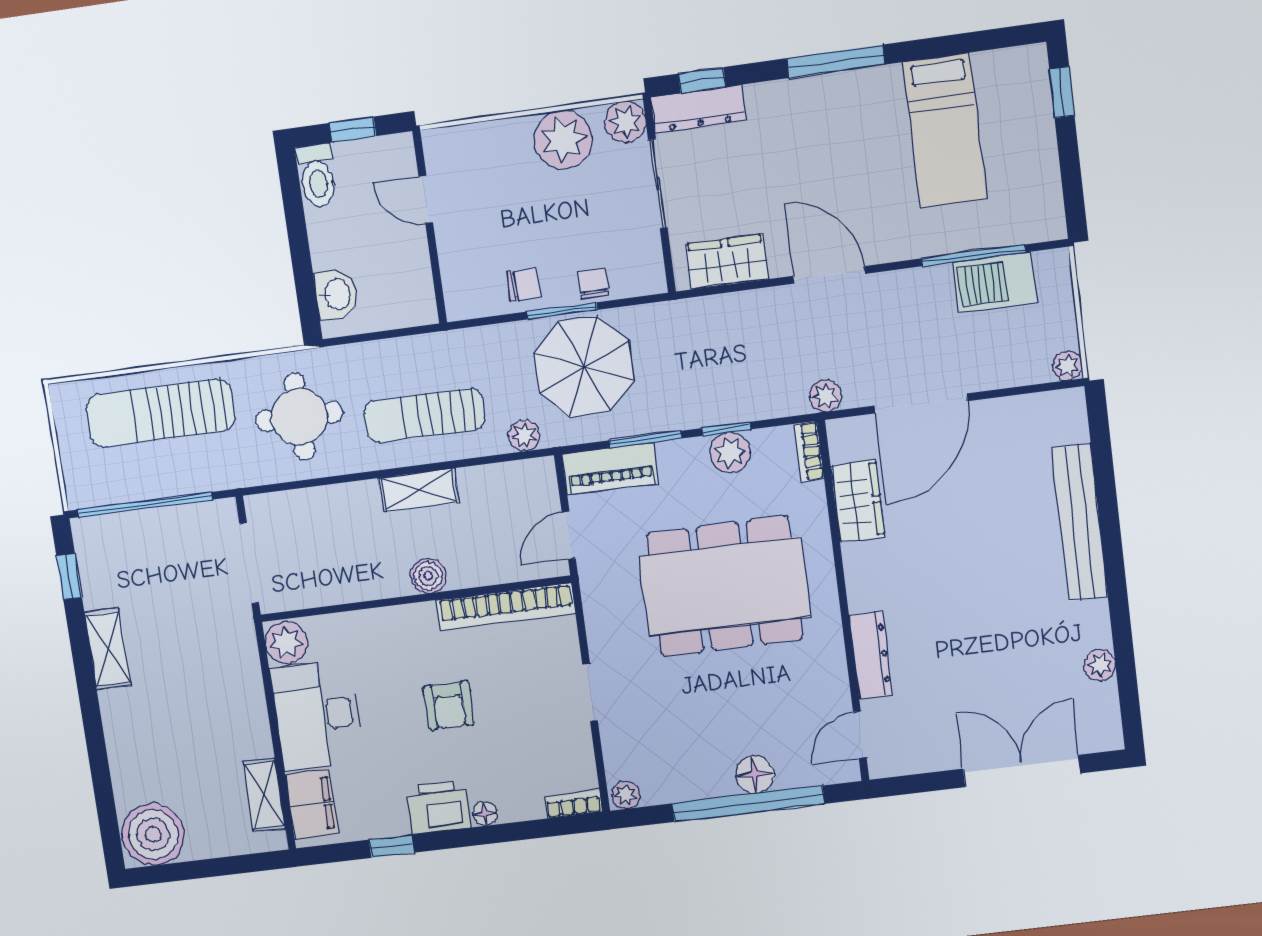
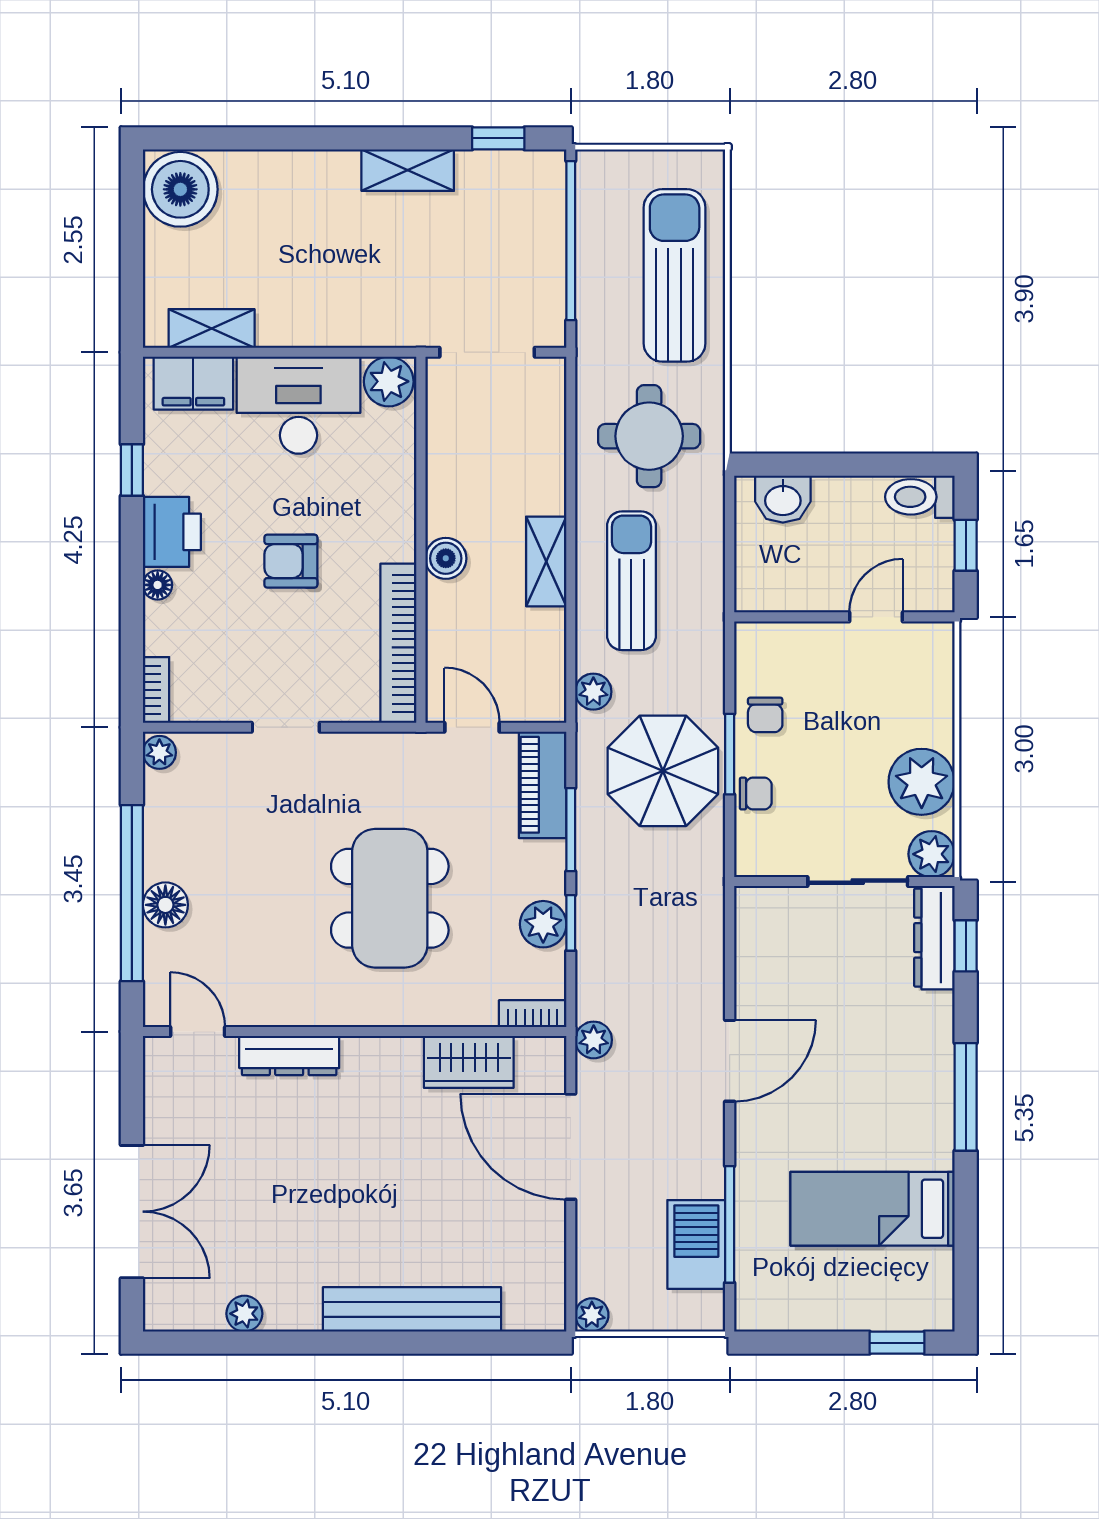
wardrobe: (727, 262) -> (760, 948), removed
dining table: (725, 586) -> (390, 898), width x0.73, depth x0.80

